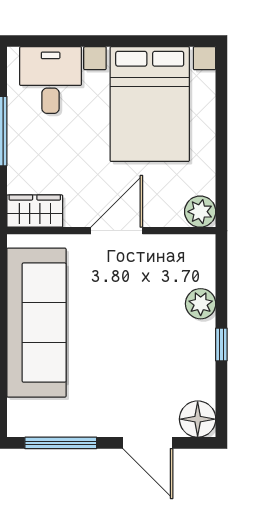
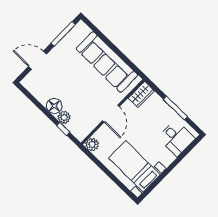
bed with nightstands: (150, 104) -> (134, 166), width x0.73
window: (221, 344) -> (63, 129), moved
floor lamp: (198, 419) -> (54, 106), moved

